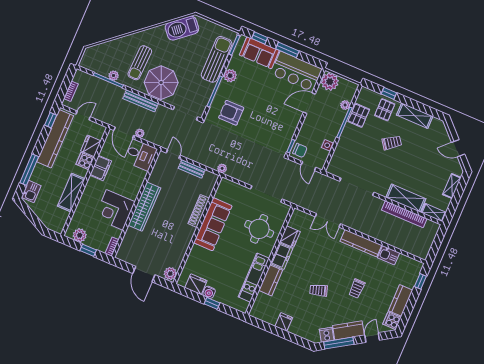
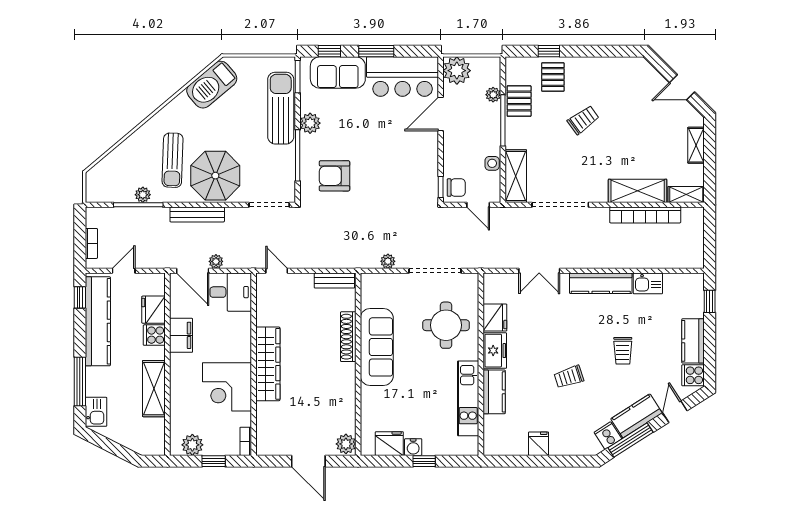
shelving: (415, 116) -> (516, 176), moved, turned 90
plant: (222, 168) -> (388, 261), moved
bench: (192, 169) -> (334, 281), moved

